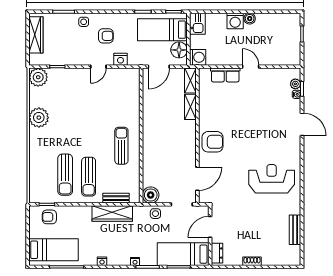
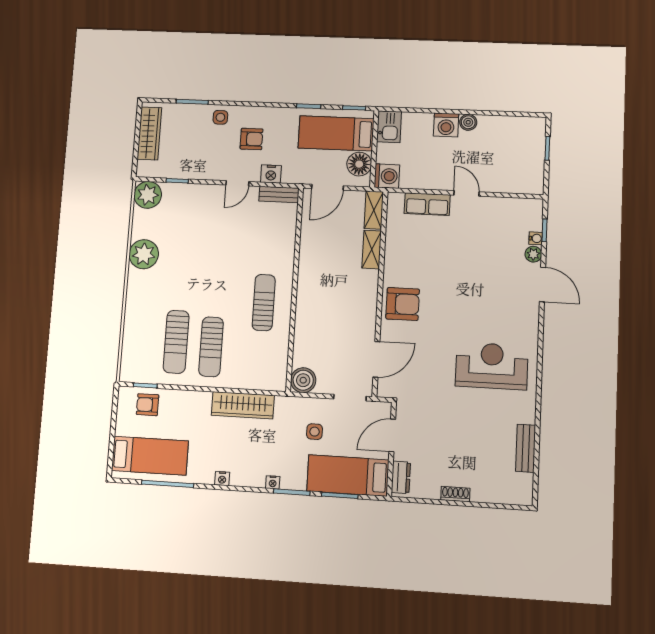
plant: (295, 84) -> (533, 254), moved
bench: (116, 198) -> (279, 194), moved
side table: (155, 214) -> (315, 432), moved

